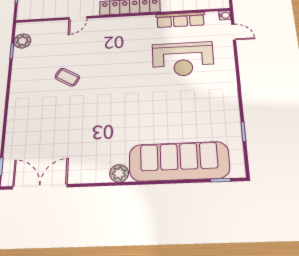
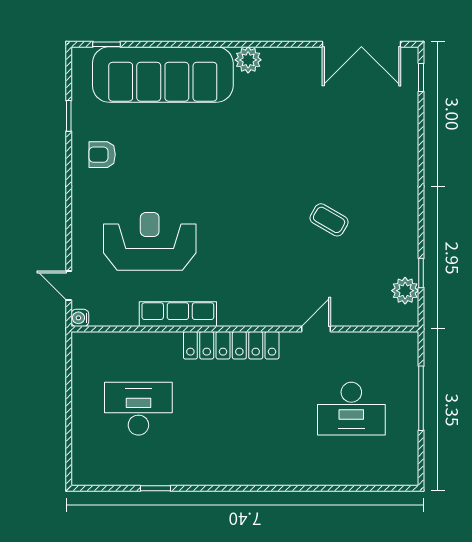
row of seats: (180, 20) -> (178, 314), moved
armchair: (218, 108) -> (102, 155), added

